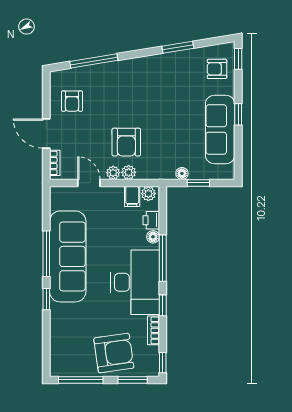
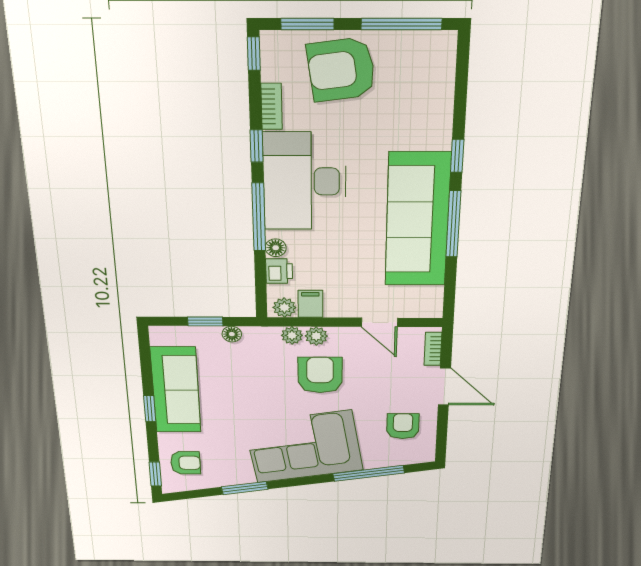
corner sofa: (137, 83) -> (304, 447), added
plant: (113, 173) -> (292, 335), moved

